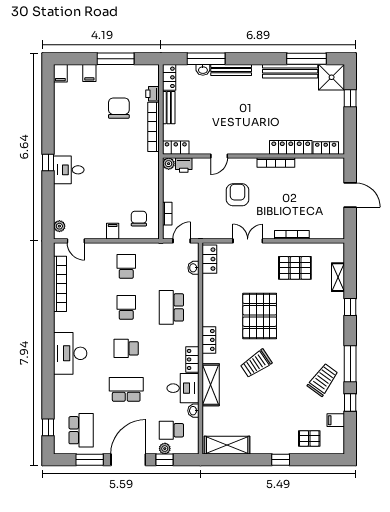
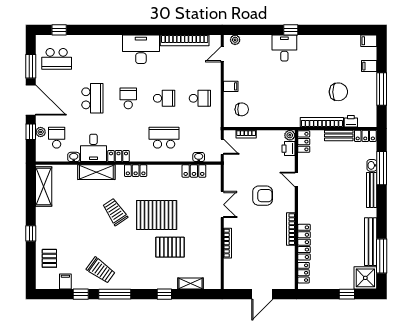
locker: (209, 259) -> (194, 171), moved
pallet: (295, 268) -> (170, 247), moved, turned 90
desk: (70, 353) -> (141, 49), moved

